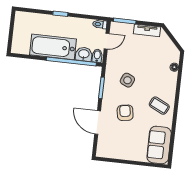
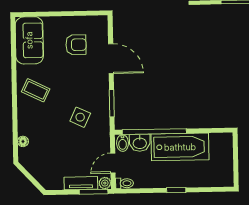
plant: (115, 27) -> (105, 183), added
tv unit: (147, 30) -> (81, 183), moved
armchair: (125, 113) -> (76, 45), moved, turned -81

